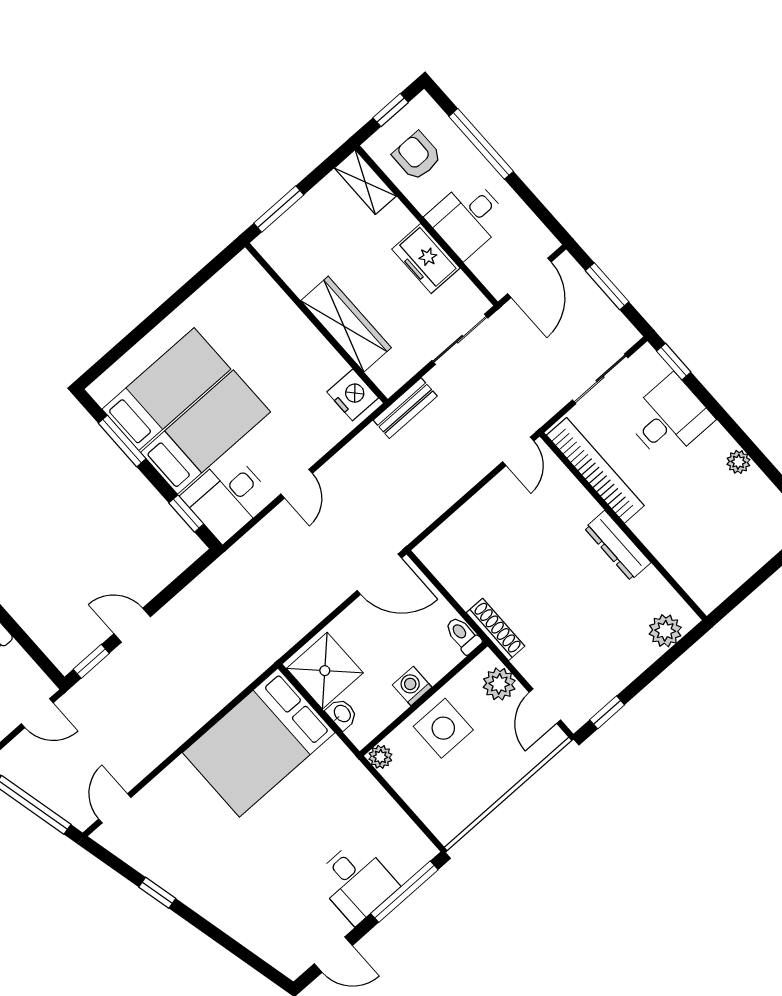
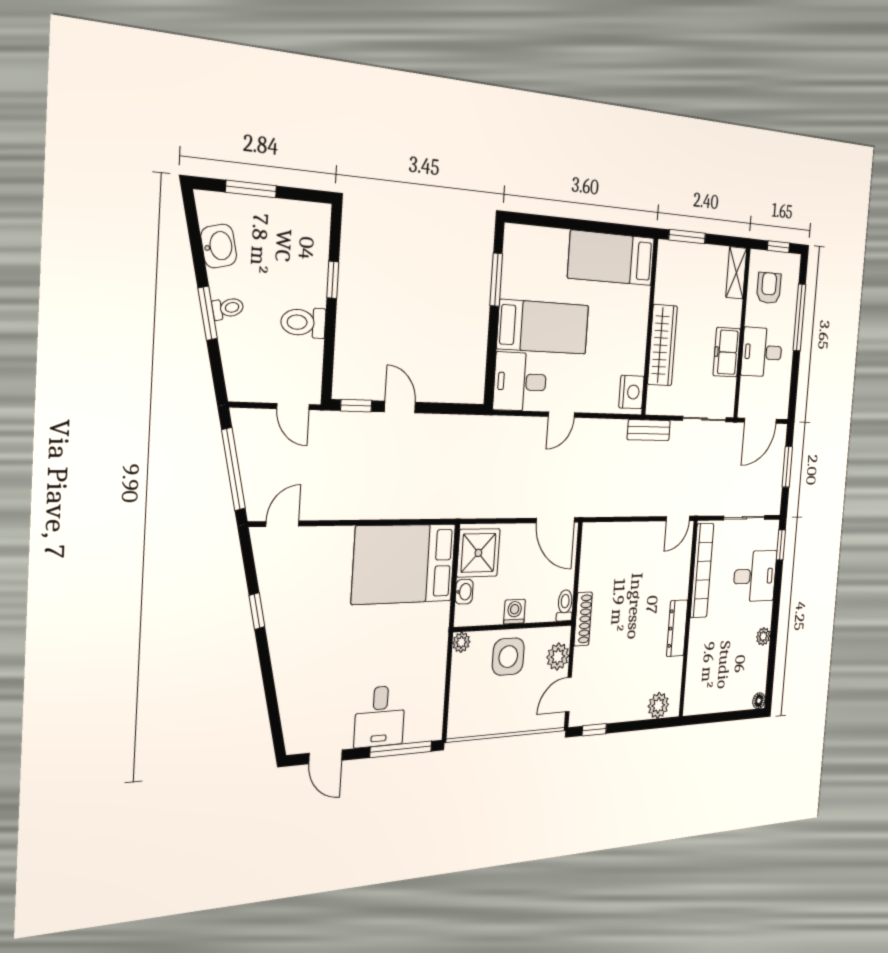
bed: (166, 389) -> (611, 258), moved, turned 180
window: (186, 513) -> (491, 367), removed

